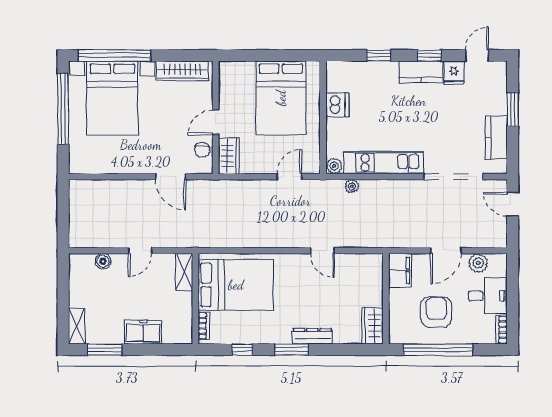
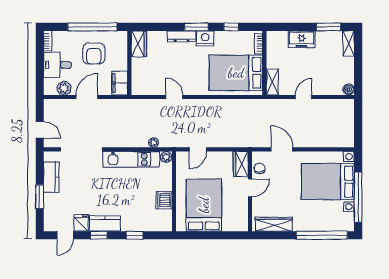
bed with nightstands: (112, 98) -> (328, 182), moved, turned -90
boiler: (103, 261) -> (349, 89), moved
nightstand: (279, 333) -> (205, 38), added

